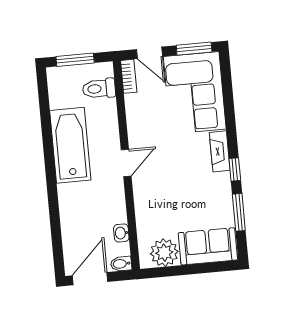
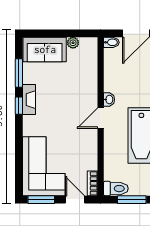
toilet: (99, 89) -> (116, 189), moved
fireplace: (220, 151) -> (29, 100), moved
washbasin: (121, 233) -> (109, 100), moved
plant: (164, 253) -> (73, 43), width x0.53, depth x0.53

